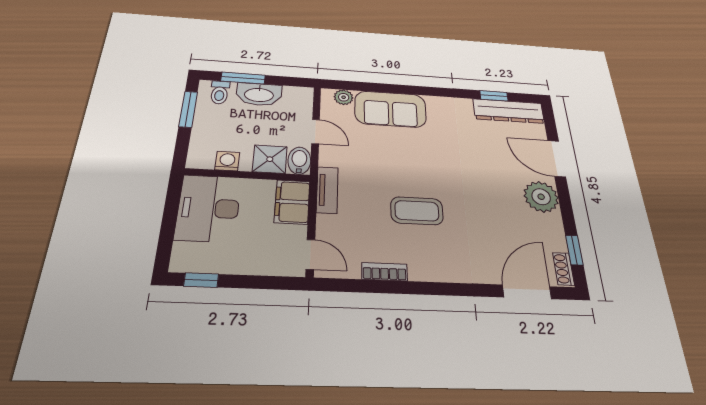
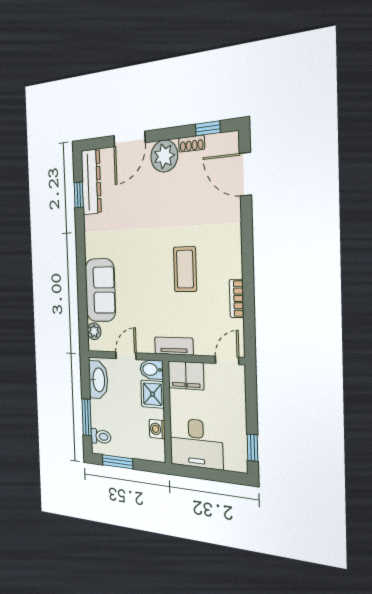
washbasin: (259, 94) -> (98, 380), moved
shoe rack: (564, 269) -> (192, 144), moved

